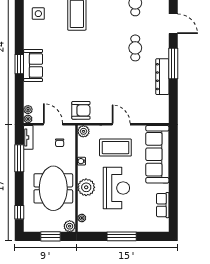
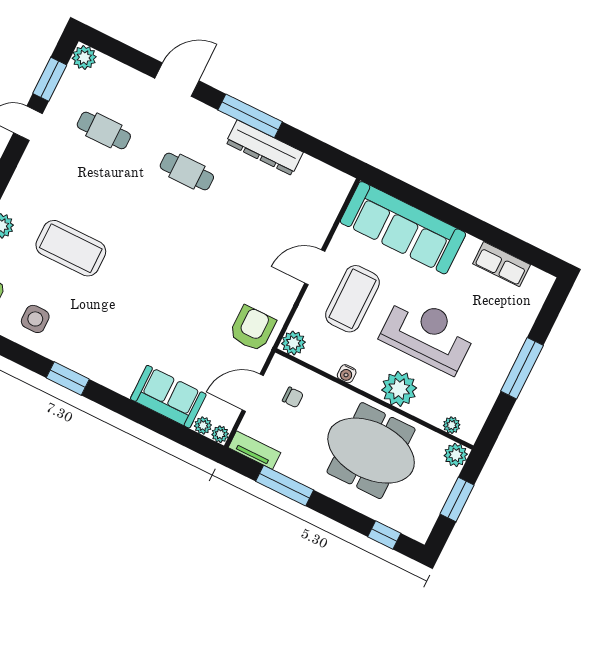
window: (19, 64) -> (68, 379), moved
sofa: (33, 65) -> (168, 397), moved

